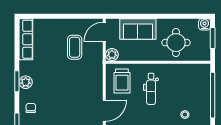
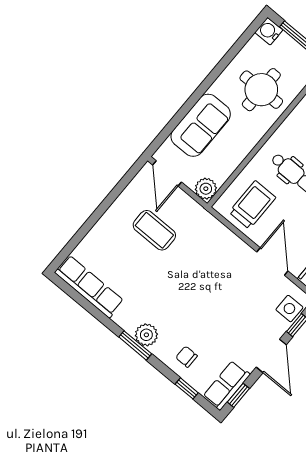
trolley: (122, 81) -> (252, 205), turned -90

